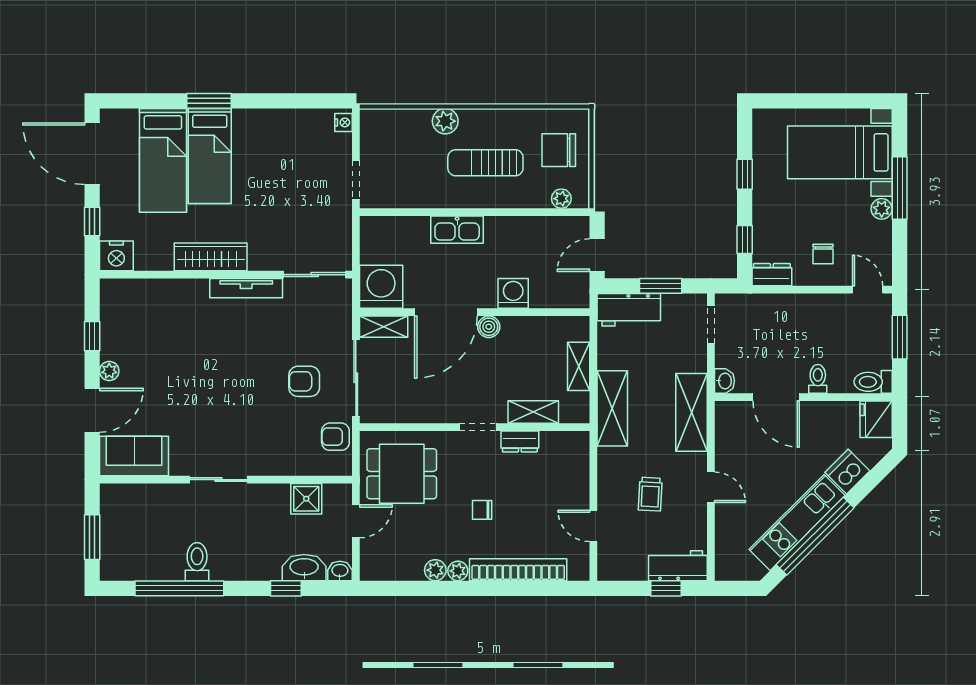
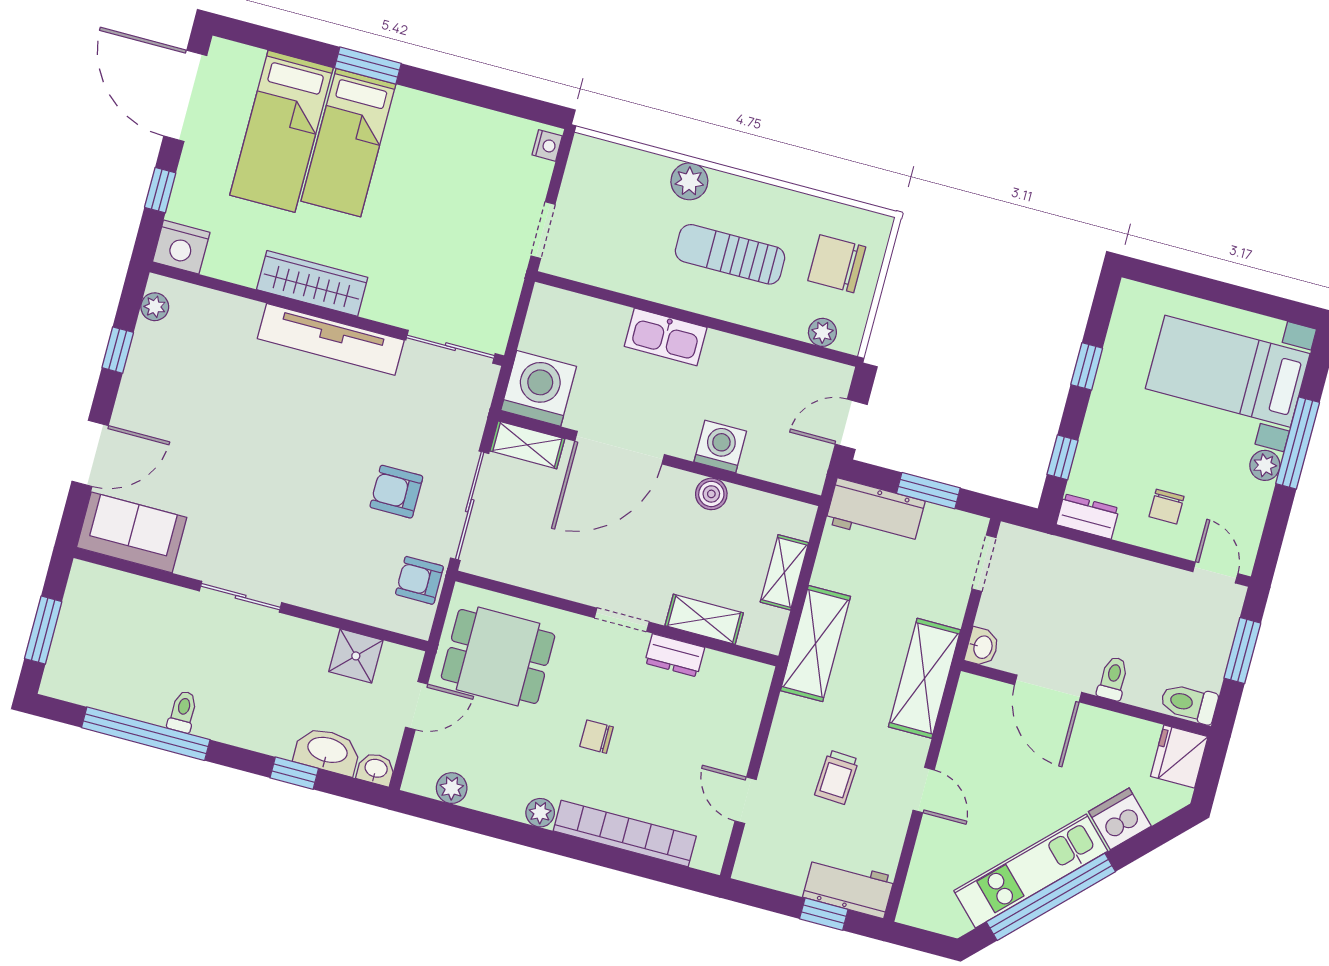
tv unit: (246, 288) -> (331, 339), width x1.36, depth x1.29
boiler: (489, 327) -> (711, 494), moved
plant: (109, 371) -> (155, 307), moved
toilet: (197, 562) -> (183, 712), width x0.73, depth x0.72
plant: (435, 570) -> (452, 788), moved

